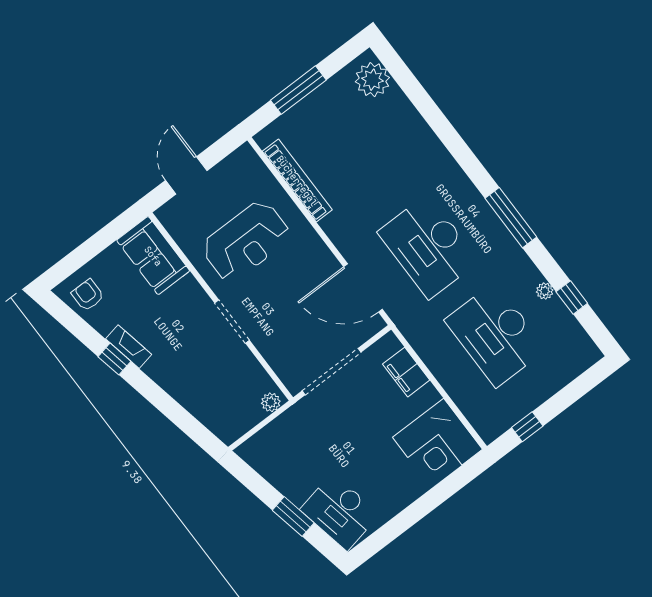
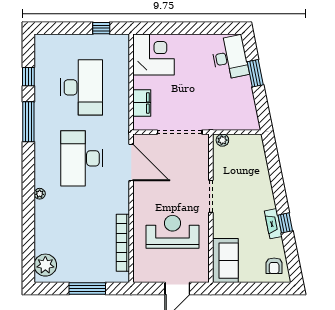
window: (511, 218) -> (28, 122), moved
desk: (428, 247) -> (82, 158), turned 180
plant: (545, 291) -> (40, 194), moved

